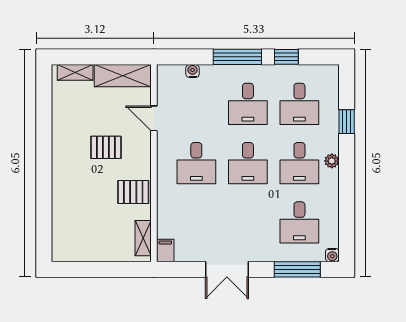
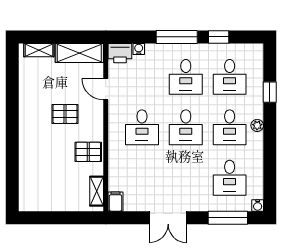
printer: (170, 76) -> (120, 53), added

